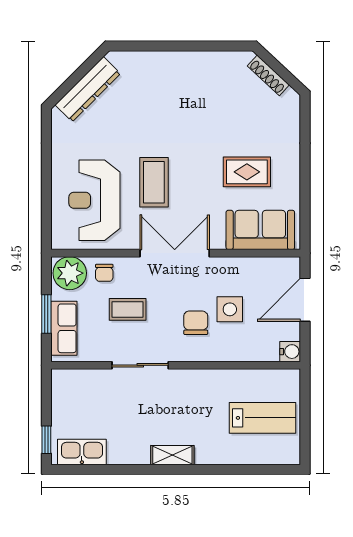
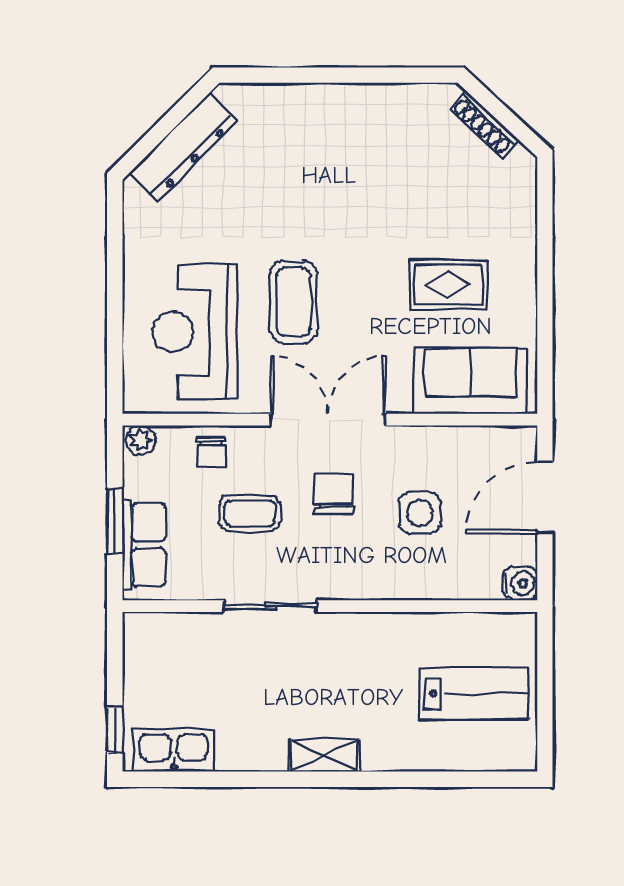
plant: (70, 273) -> (141, 440), width x0.53, depth x0.53
chair: (196, 323) -> (333, 494), moved

